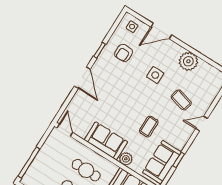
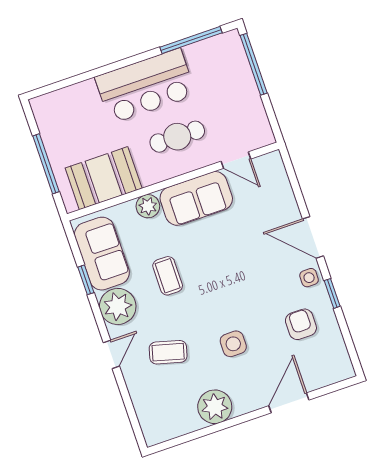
side table: (132, 27) -> (309, 278), moved
door: (65, 130) -> (236, 160), moved
plant: (179, 137) -> (118, 306), added

